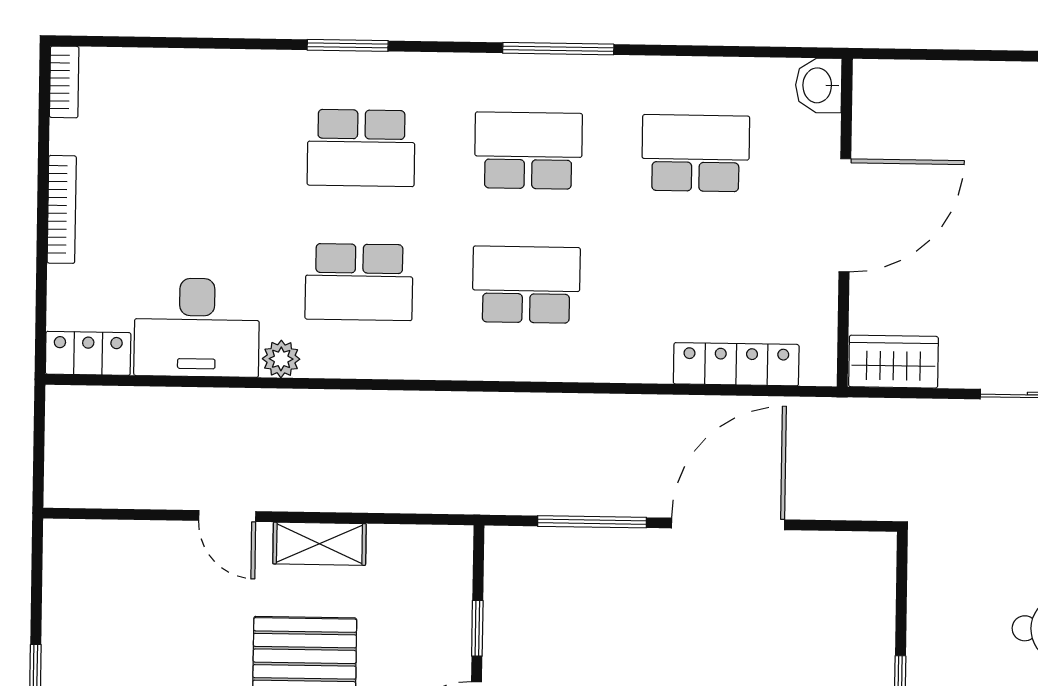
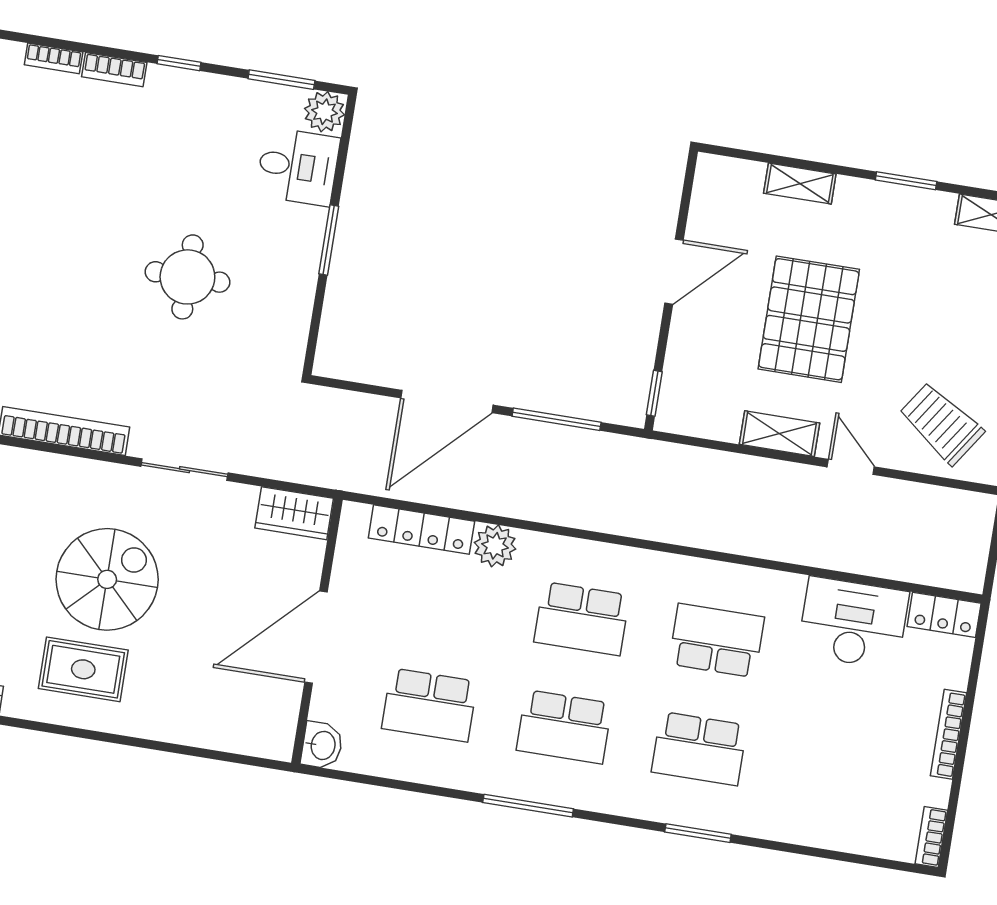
school desk: (361, 148) -> (699, 749), turned 180
plant: (281, 359) -> (495, 546), moved, width x1.38, depth x1.38
trolley: (125, 585) -> (941, 423), added
window: (477, 628) -> (654, 393), moved

